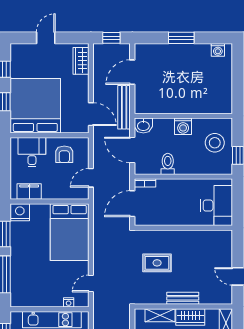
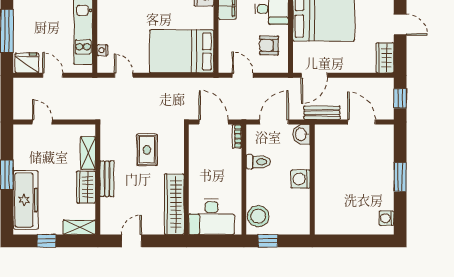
wardrobe: (81, 61) -> (385, 58), moved, turned -90
bench: (124, 107) -> (322, 113), width x0.73
stool: (215, 143) -> (258, 216), moved
wardrobe: (205, 239) -> (174, 204), added

